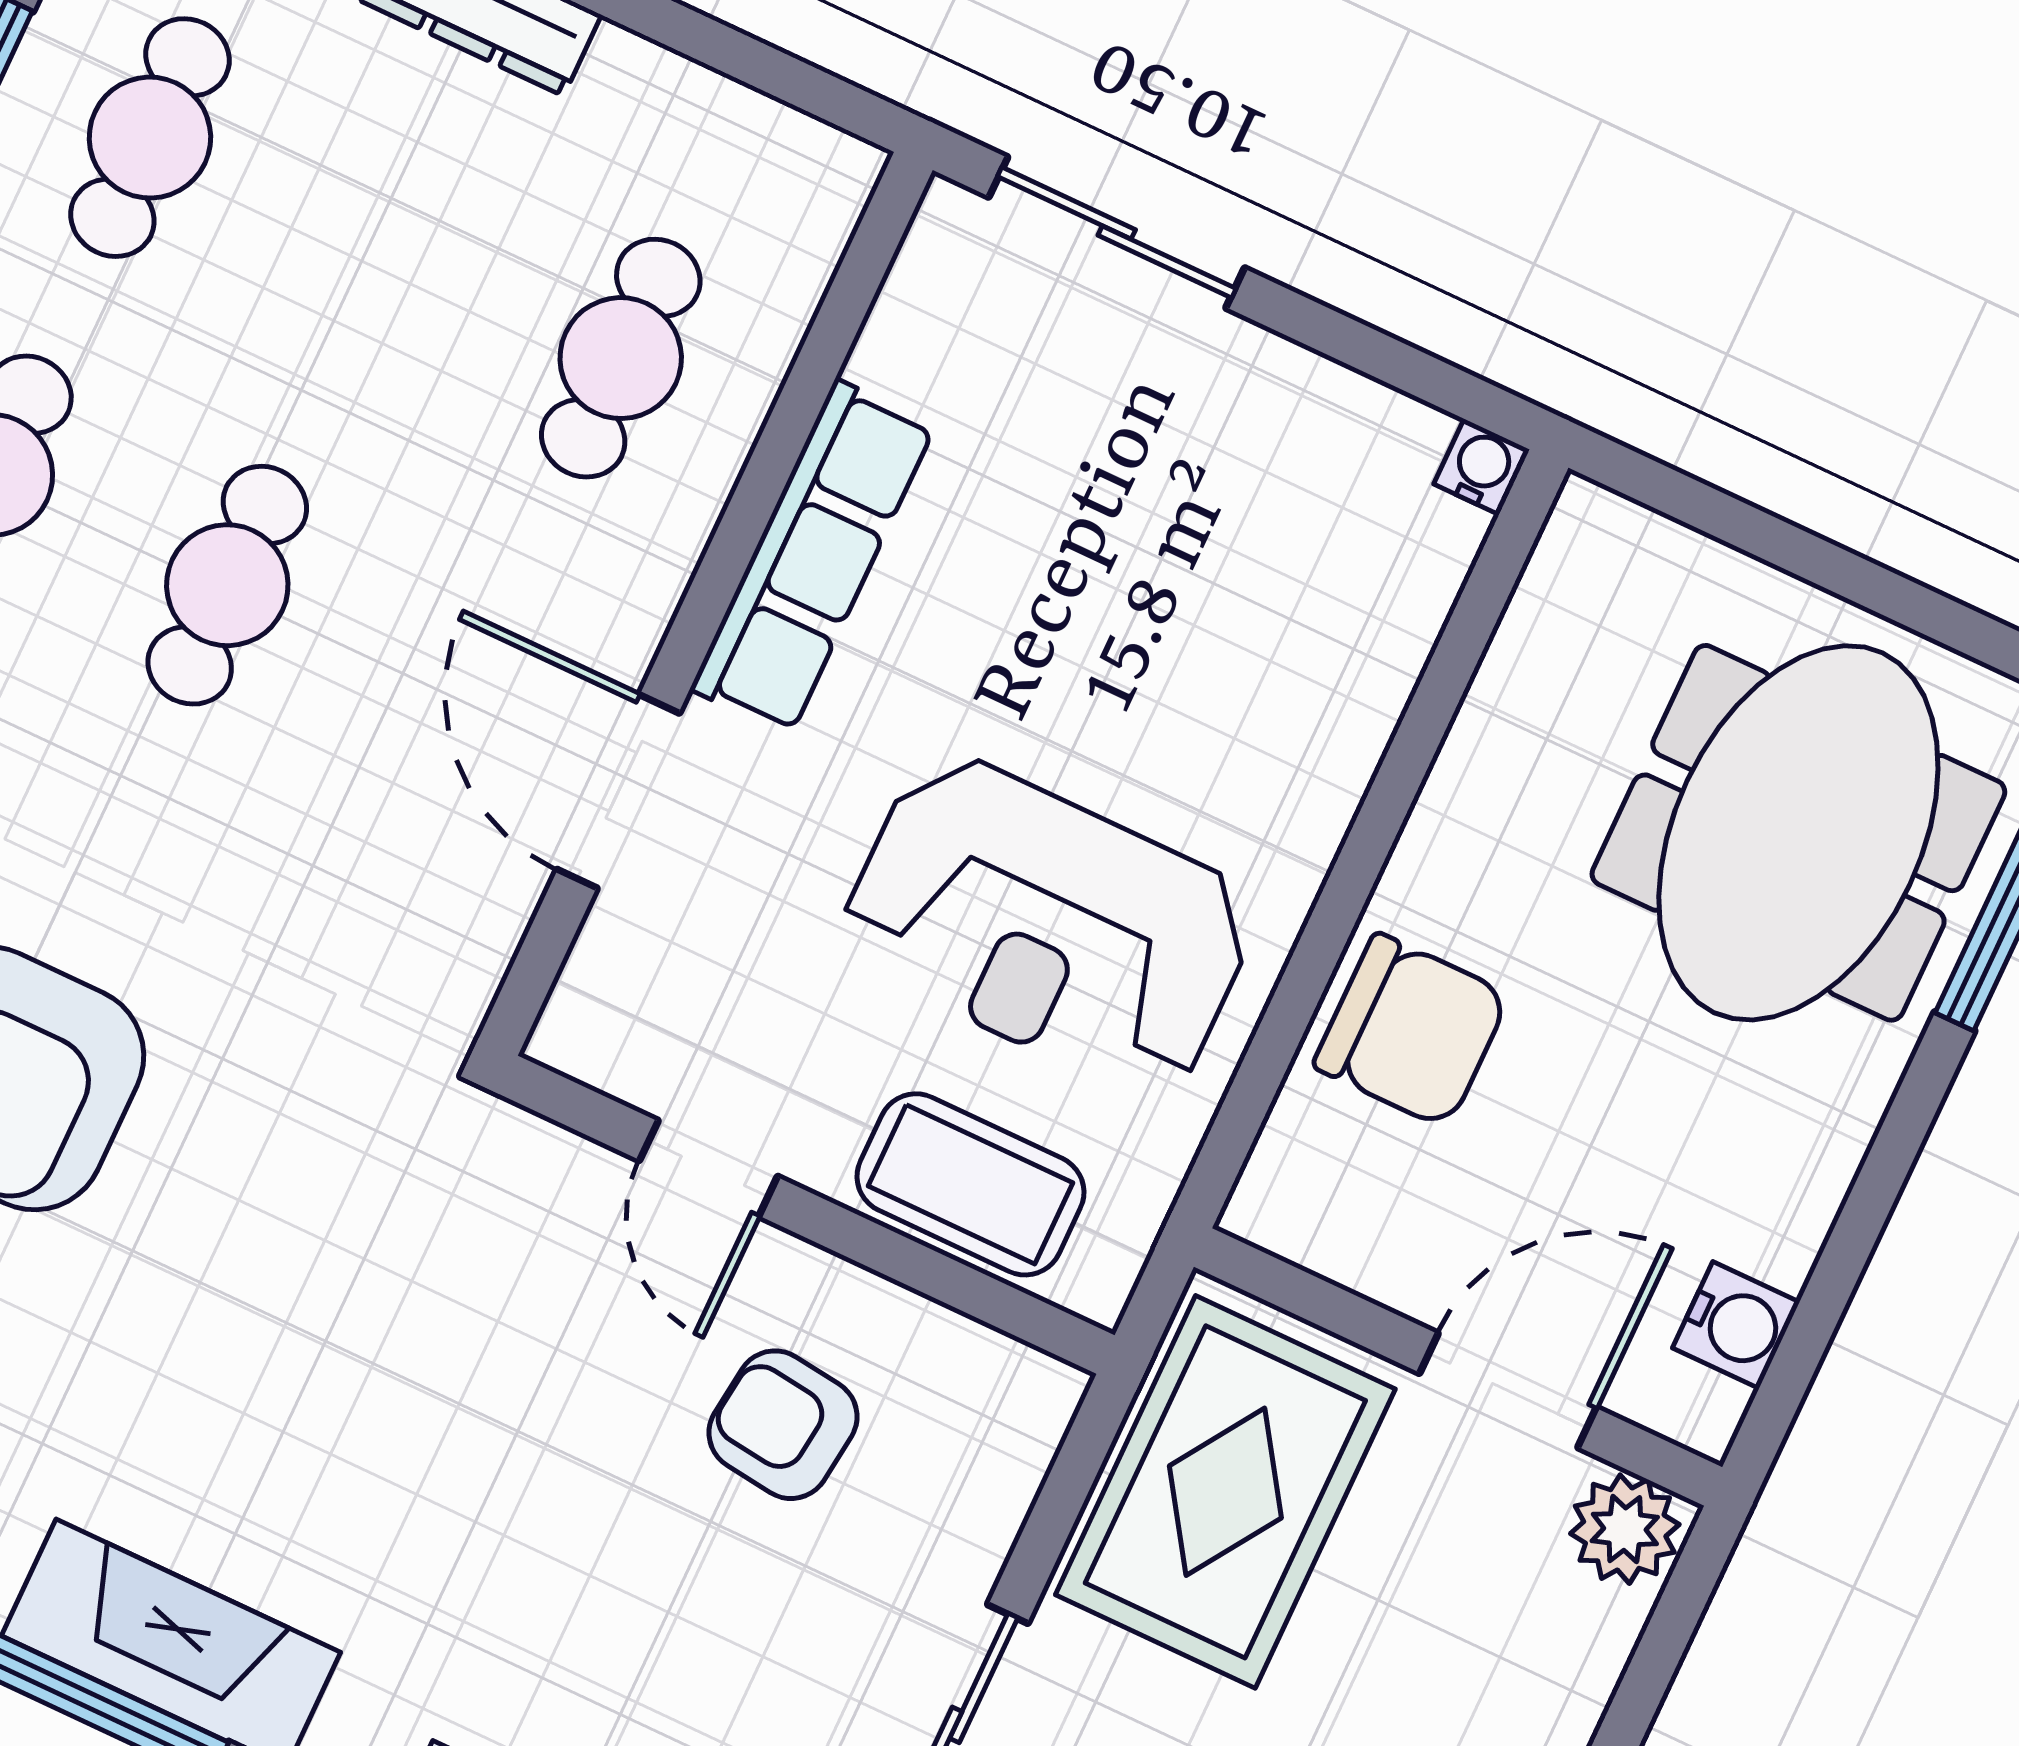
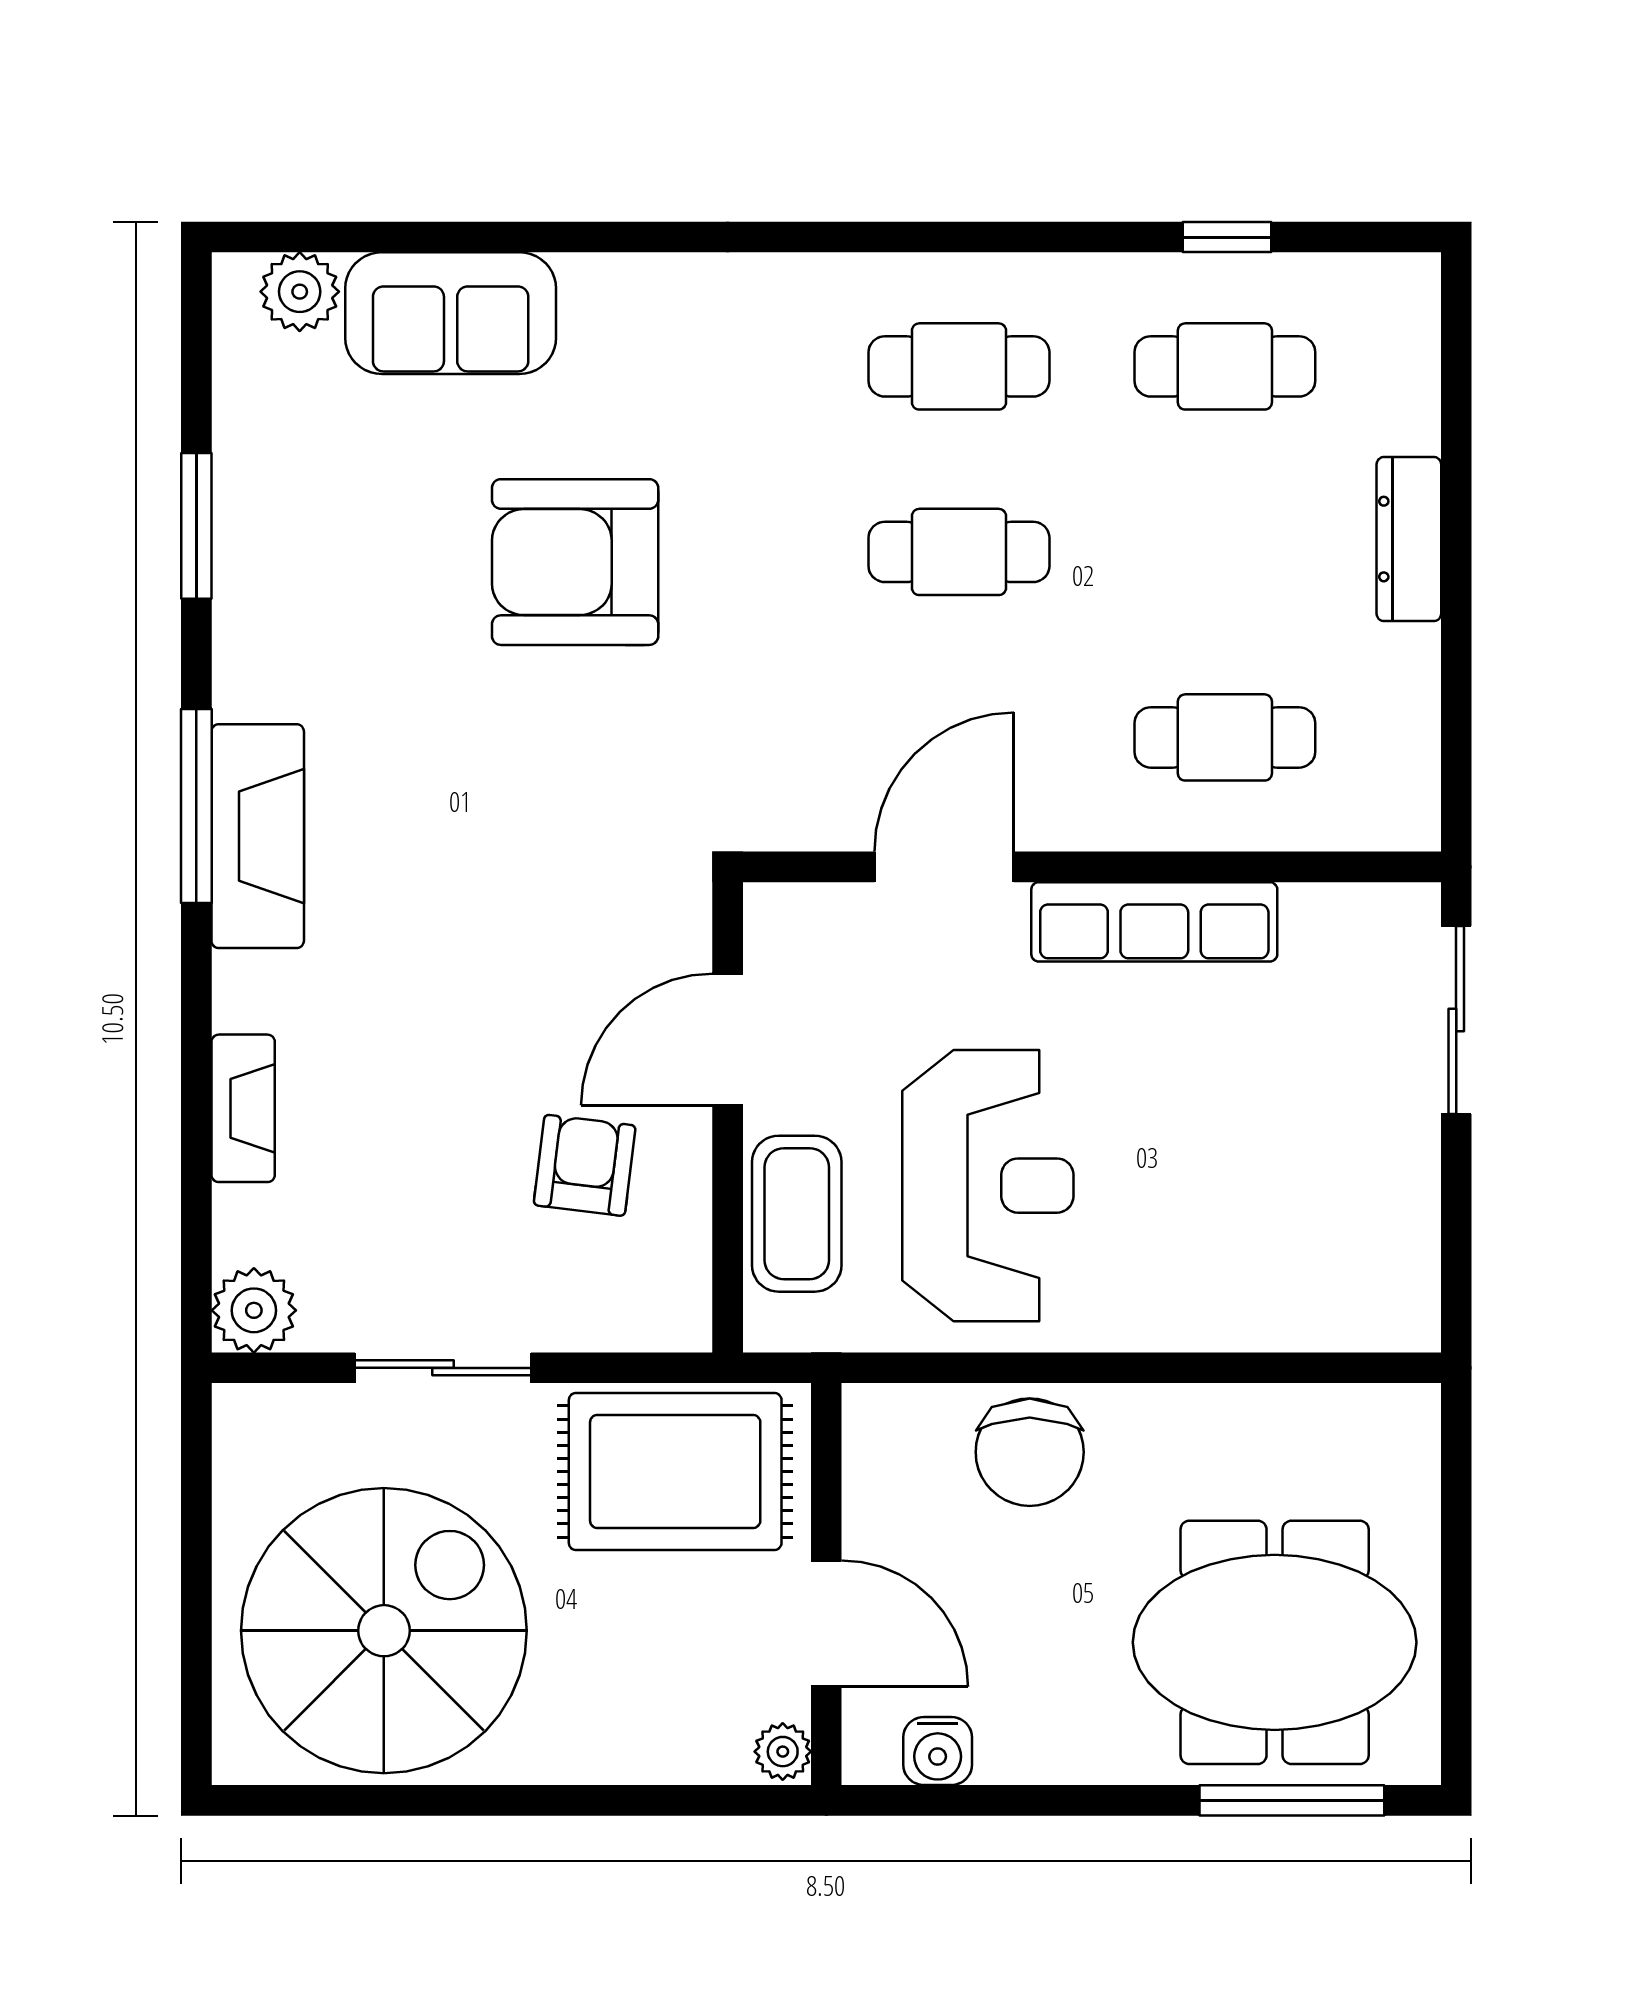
water cooler: (1482, 467) -> (1415, 1327), removed
reception desk: (1048, 925) -> (988, 1186), turned 180
door: (708, 1168) -> (728, 1039), width x1.38
plant: (1625, 1529) -> (783, 1752), width x0.73, depth x0.73

